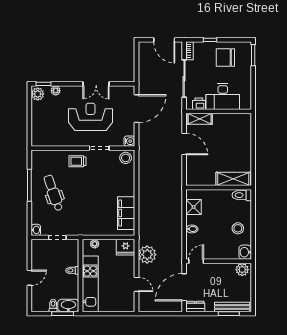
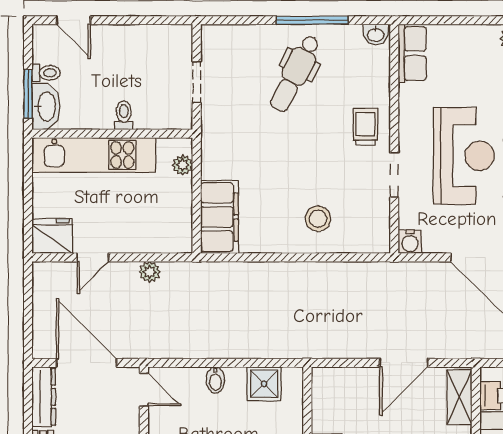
row of seats: (44, 140) -> (412, 53), added
stool: (126, 158) -> (318, 219), moved
dental chair: (53, 193) -> (295, 74), turned 136
filing cabinet: (126, 213) -> (219, 217), moved, turned 90
washbasin: (36, 230) -> (376, 34), moved
fridge: (126, 247) -> (52, 236), moved, turned 90
plant: (147, 255) -> (150, 272), width x0.53, depth x0.53
door: (29, 278) -> (74, 20), moved
dresser: (195, 307) -> (44, 397), width x1.44

